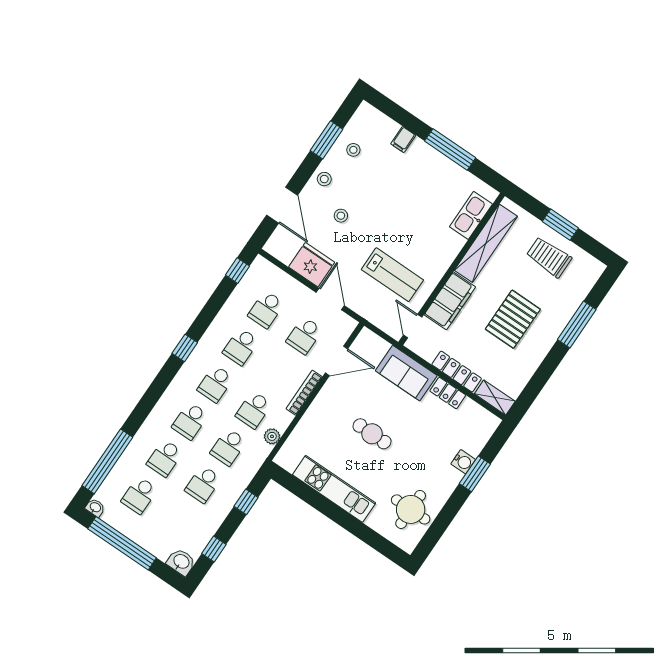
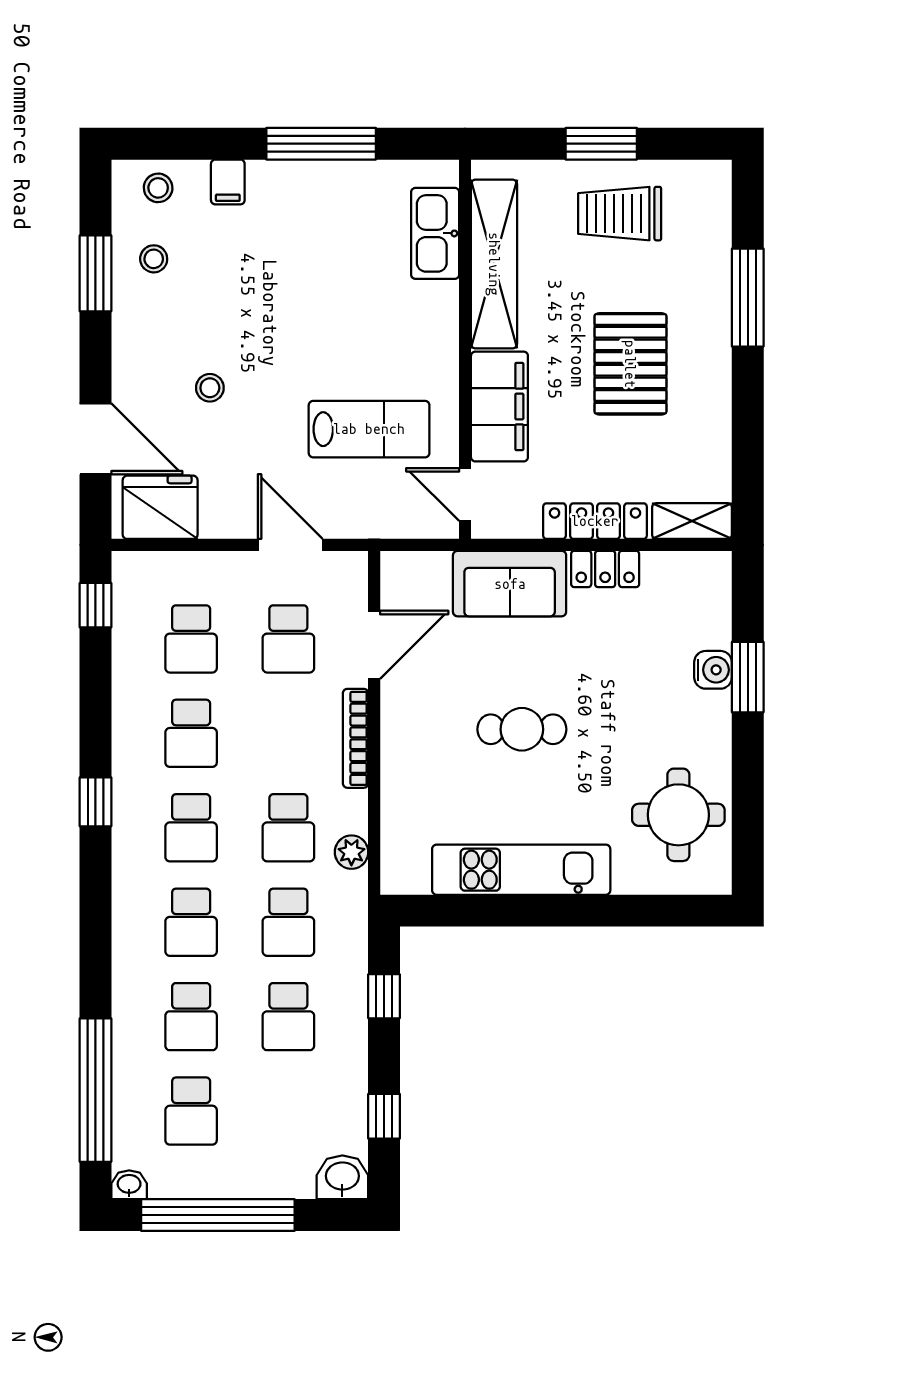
stool: (324, 179) -> (158, 188), moved
fridge: (312, 265) -> (160, 507), moved

